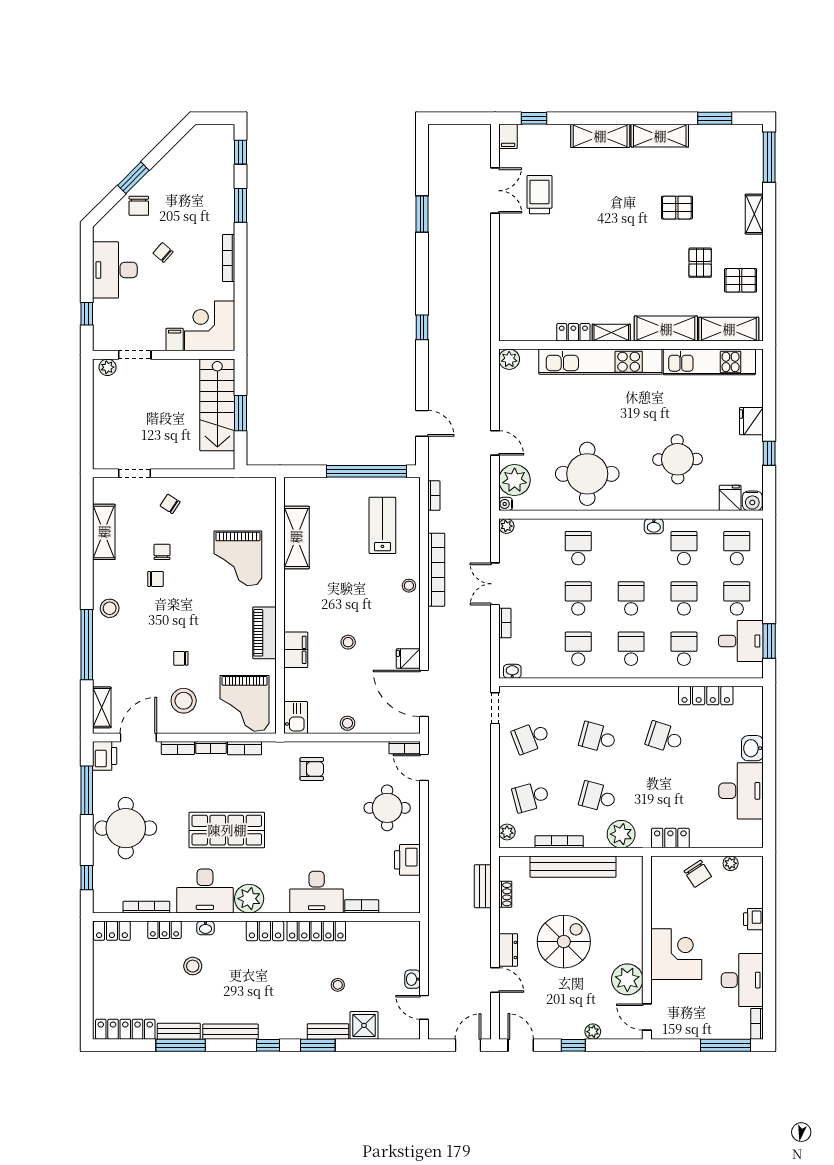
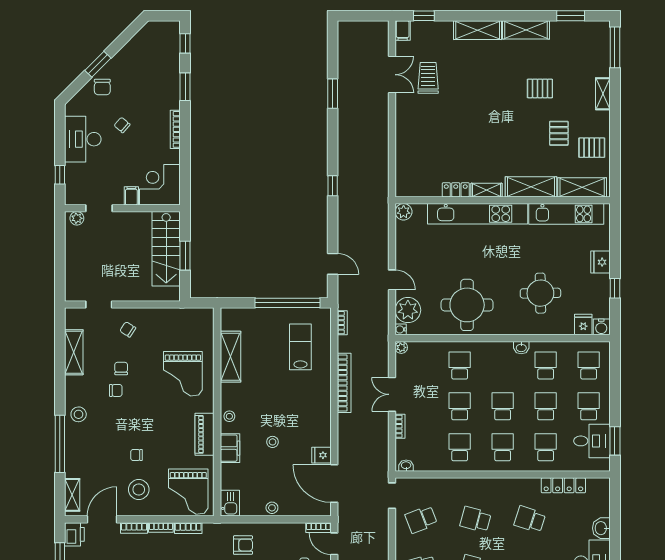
stool: (409, 586) -> (229, 416), moved

